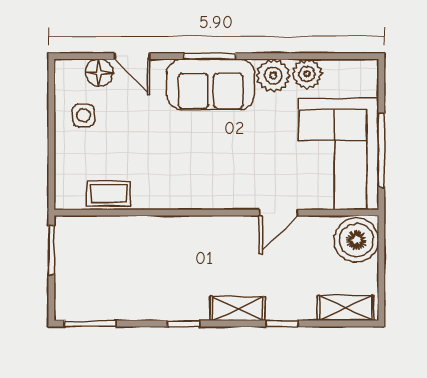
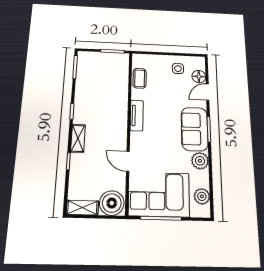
plant: (307, 74) -> (202, 196), moved
tv unit: (187, 198) -> (137, 116), added
shelving: (346, 308) -> (82, 208), moved, turned 90

